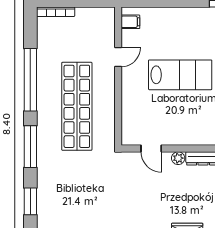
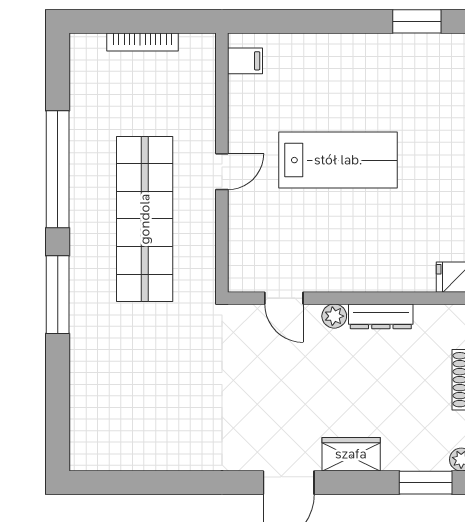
bookcase: (56, 12) -> (143, 42), moved
door: (118, 57) -> (222, 172), moved
window: (30, 201) -> (58, 397), removed

